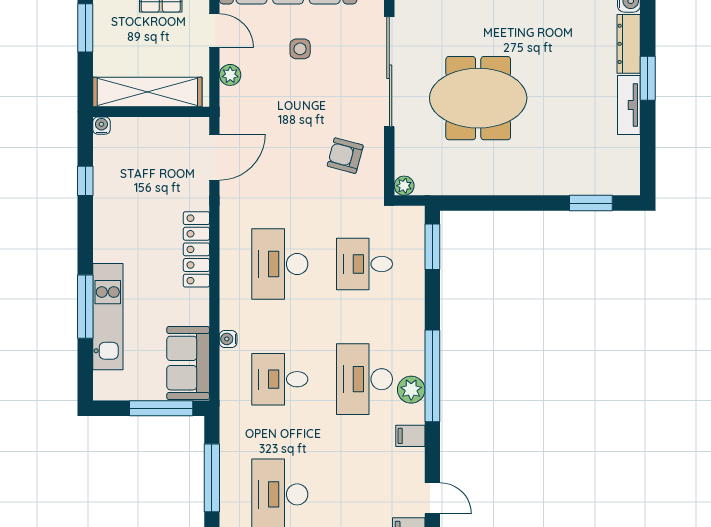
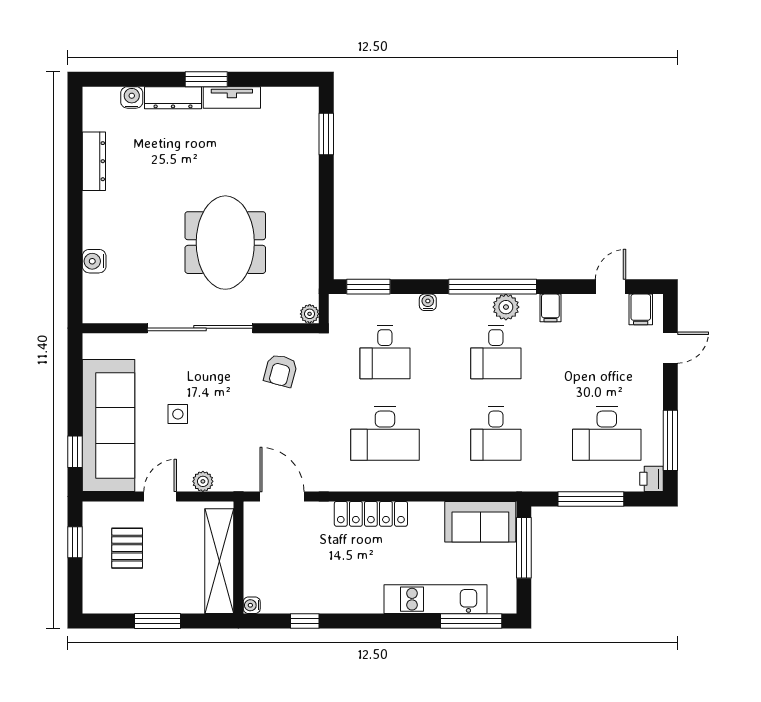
window: (85, 307) -> (471, 621), moved
water cooler: (228, 339) -> (428, 302), moved, turned 180
desk: (364, 379) -> (496, 352), width x0.73

